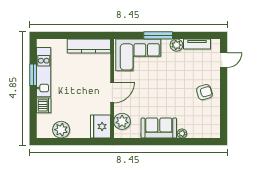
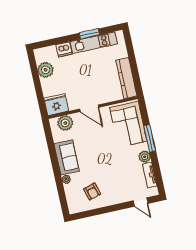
armchair: (204, 92) -> (92, 192), moved

